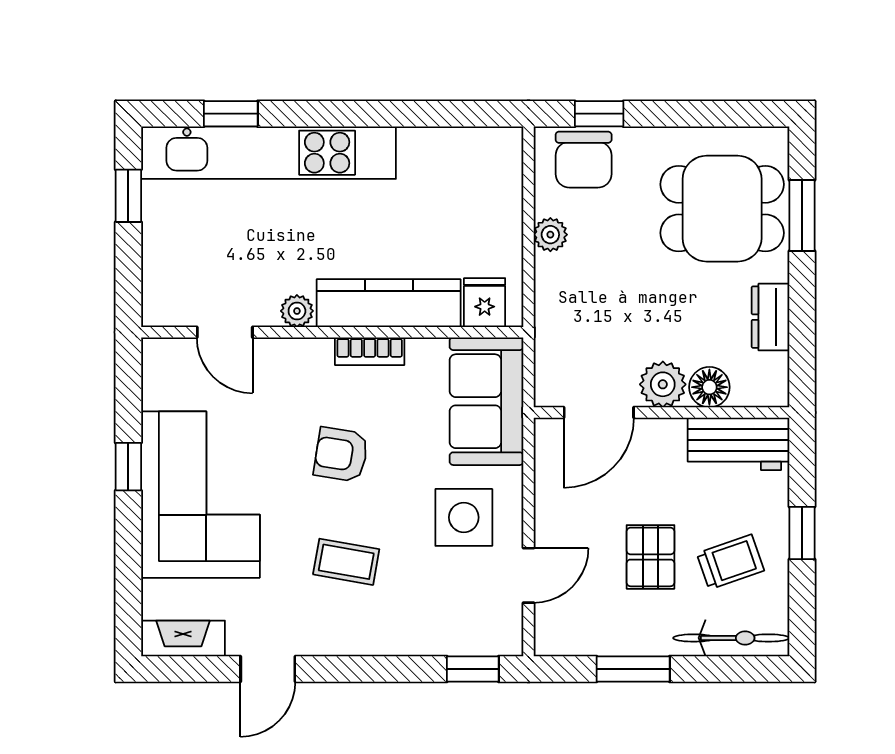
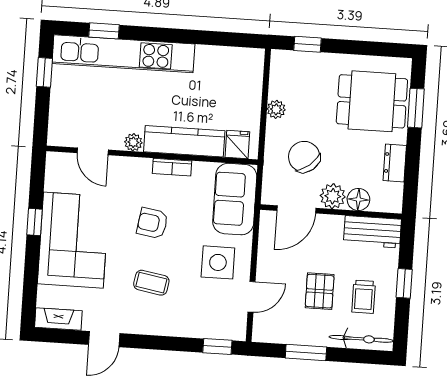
chair: (584, 160) -> (304, 157), moved, turned 141
trolley: (730, 562) -> (364, 297), turned 109

